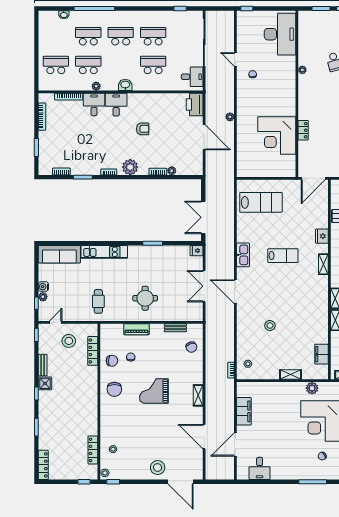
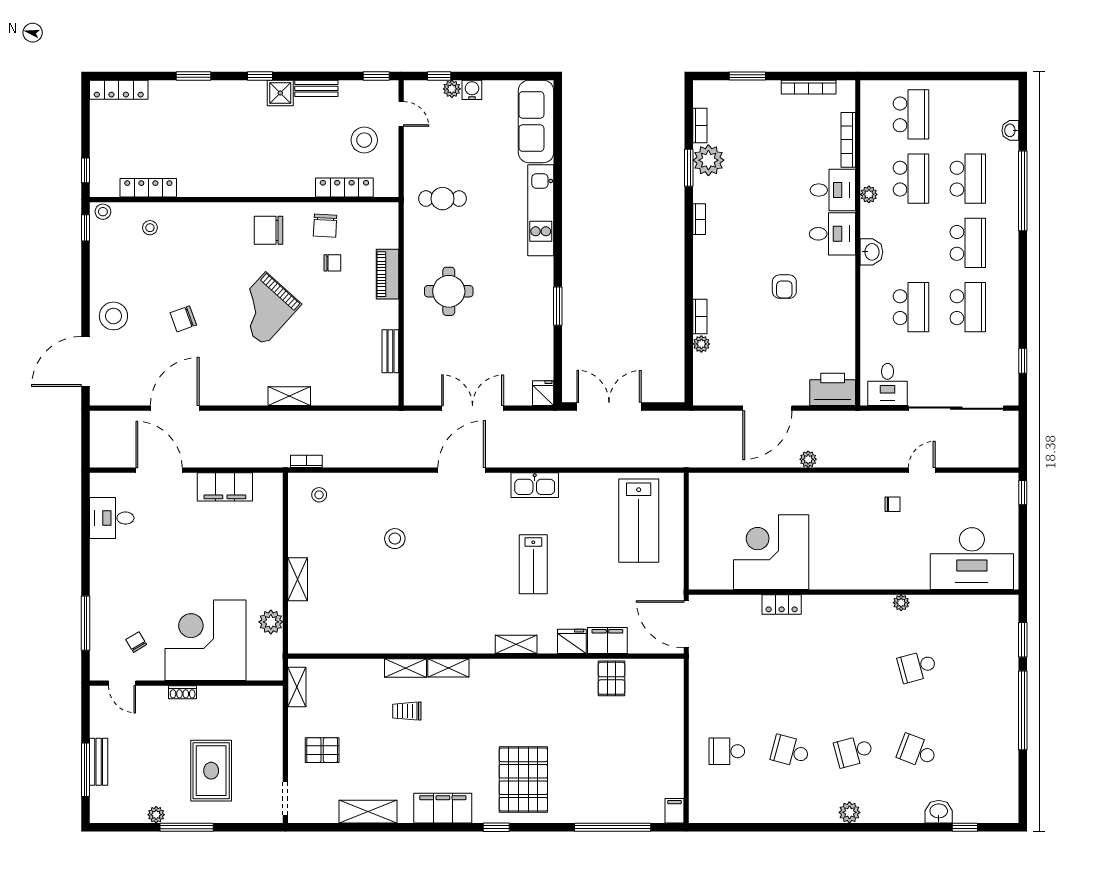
plant: (130, 167) -> (708, 160), moved
chair: (191, 347) -> (183, 319), moved
filing cabinet: (321, 354) -> (607, 641), moved
grand piano: (154, 391) -> (265, 309), turned -138
shelving: (198, 395) -> (289, 396), moved

